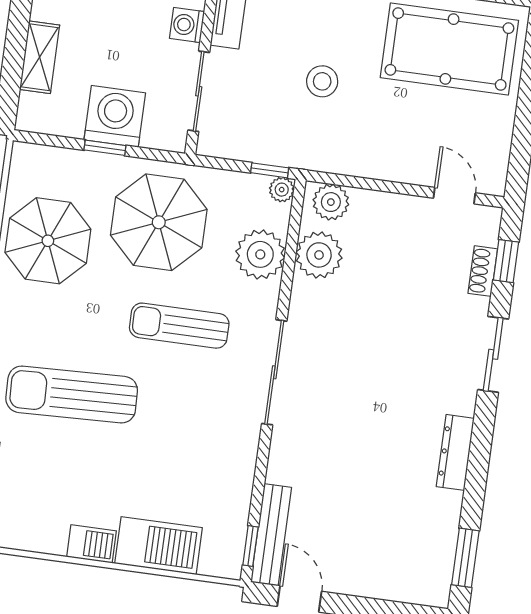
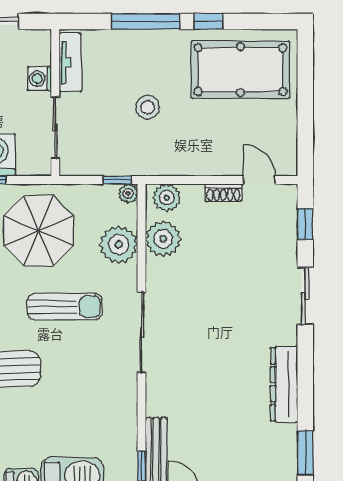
shoe rack: (483, 271) -> (223, 193), moved, turned -90
sun lounger: (179, 326) -> (65, 307), turned 180
dresser: (455, 452) -> (284, 384), width x1.37, depth x1.24

